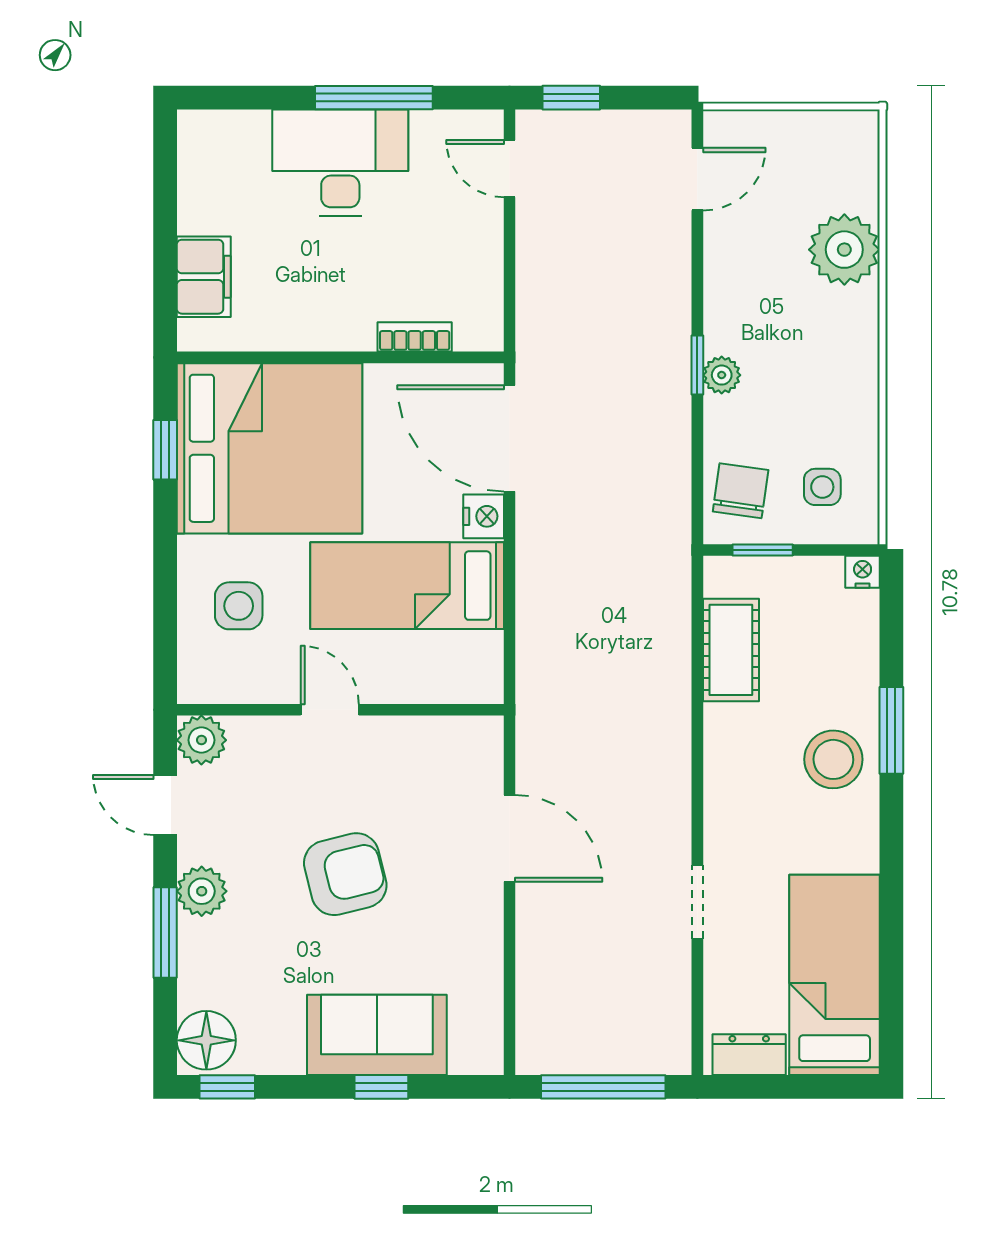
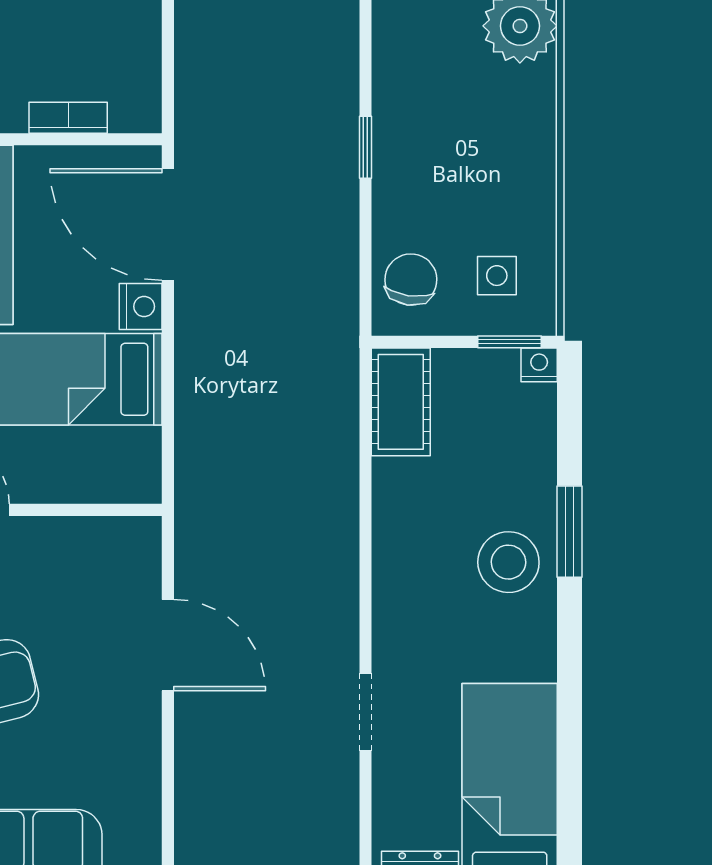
plant: (722, 375) -> (391, 158), removed
window: (763, 550) -> (509, 342), moved
cot: (731, 650) -> (401, 402), moved

